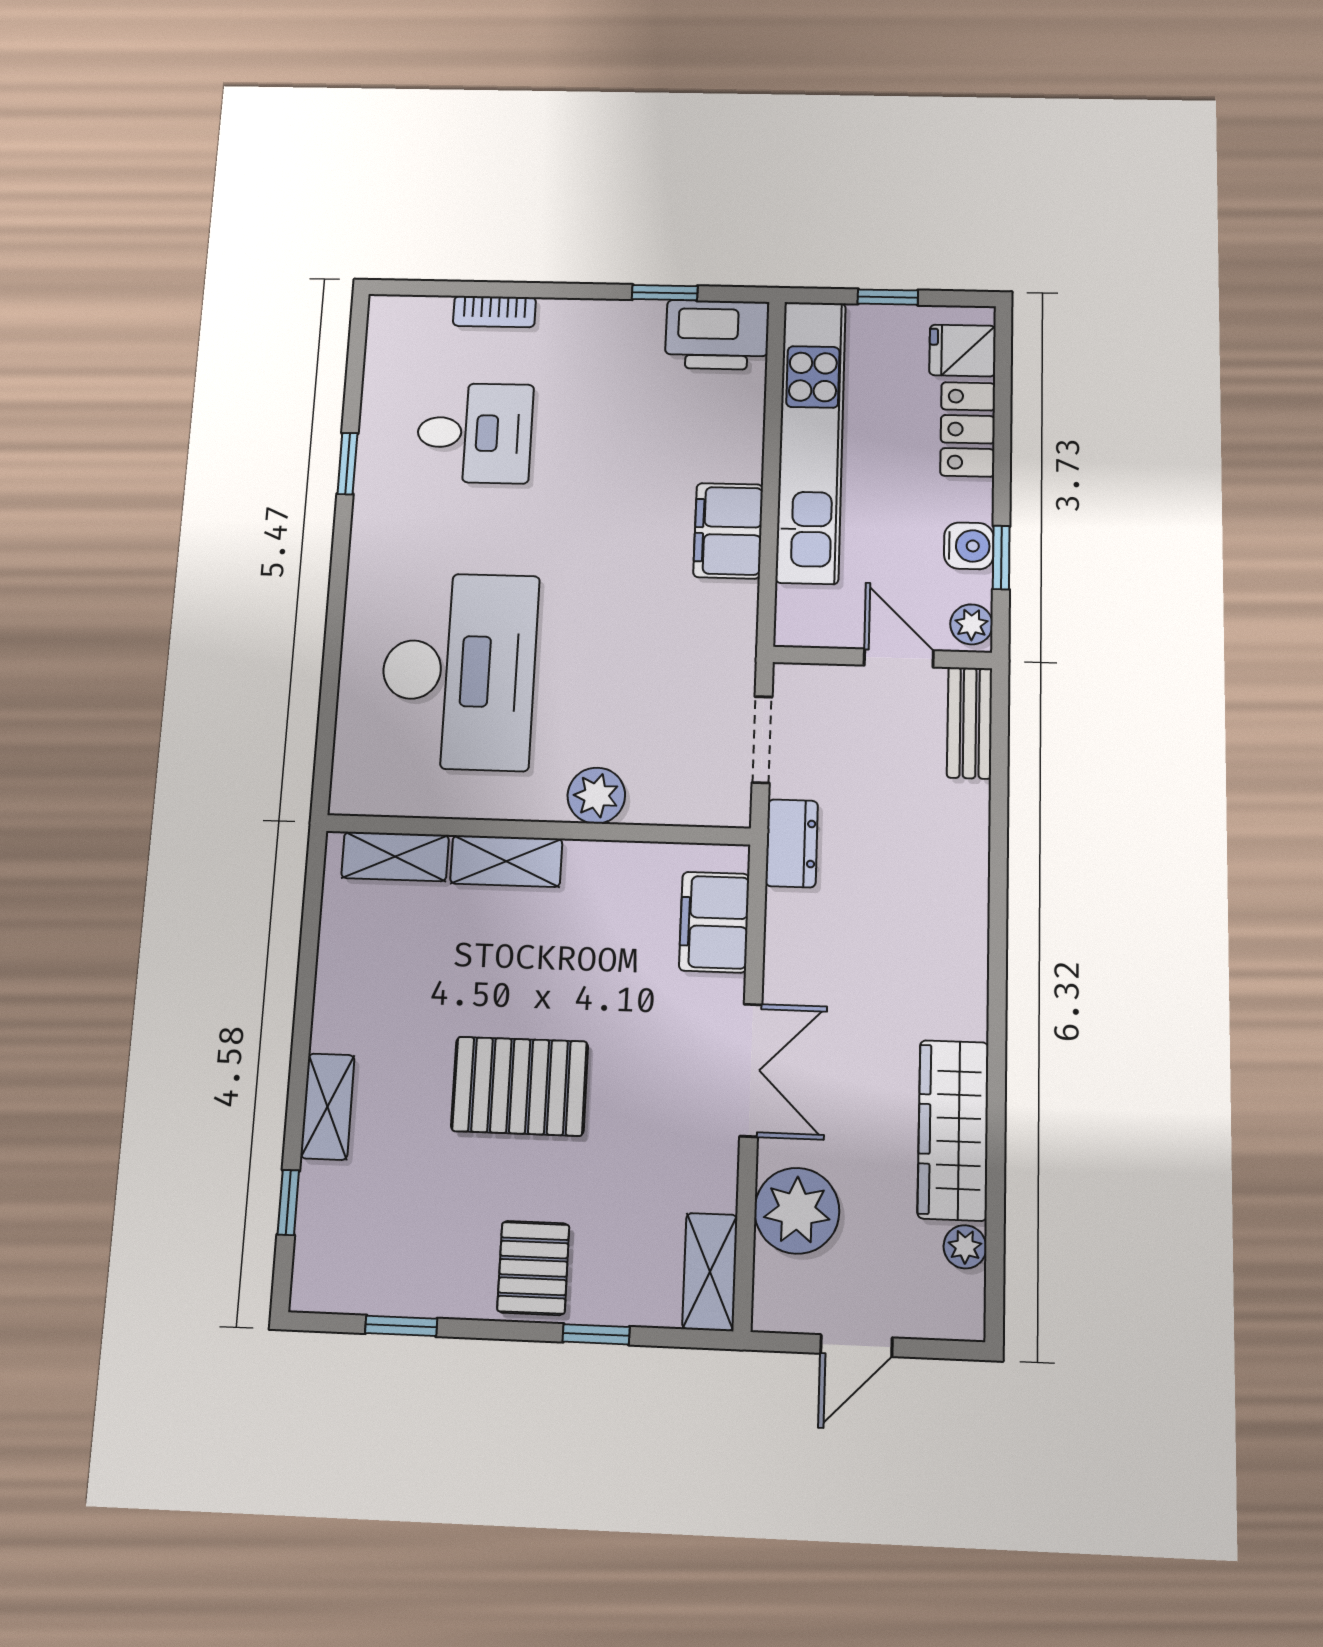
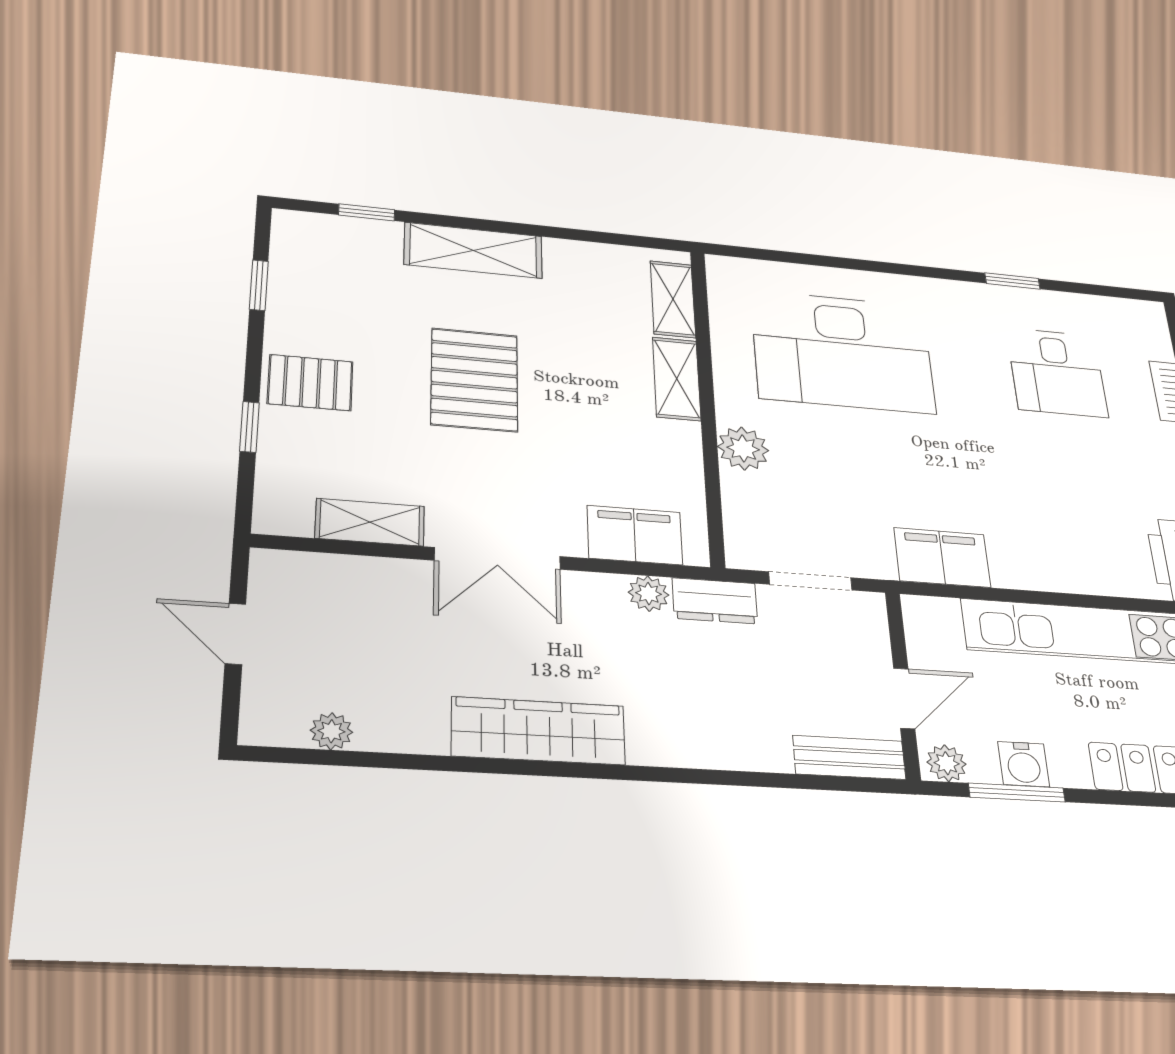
filing cabinet: (728, 531) -> (942, 557), moved
window: (1001, 558) -> (1017, 793), width x1.50
shelving: (328, 1107) -> (473, 250), width x1.50, depth x1.33
wardrobe: (953, 1130) -> (538, 731), moved
plant: (797, 1211) -> (648, 594), moved, width x0.53, depth x0.53
shelving: (710, 1272) -> (370, 522), moved

